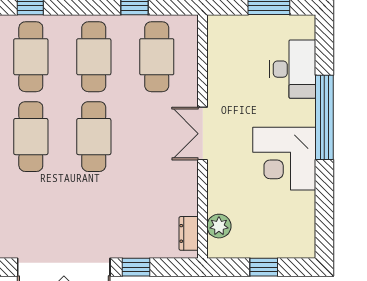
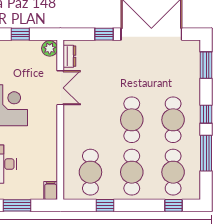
filing cabinet: (217, 29) -> (51, 191), added
double door: (203, 134) -> (60, 88), moved
plant: (219, 226) -> (50, 48), moved

